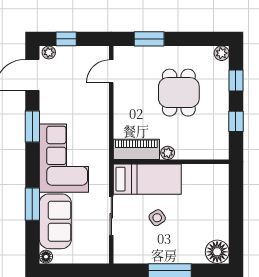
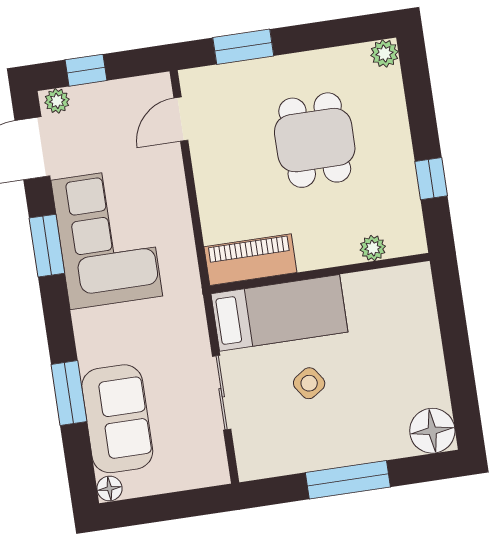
window: (236, 80) -> (419, 101), removed
plant: (168, 153) -> (373, 248), moved
corner sofa: (64, 158) -> (107, 238), moved

